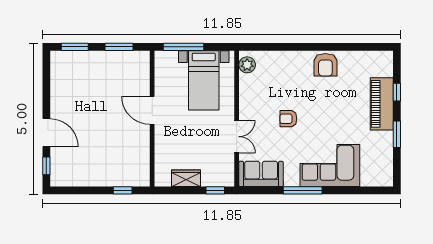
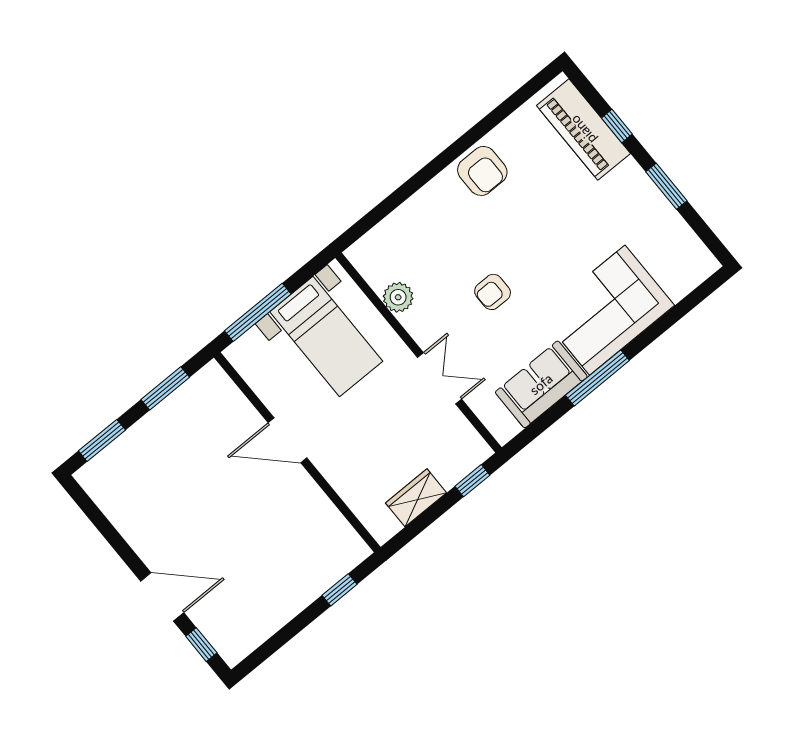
plant: (247, 65) -> (398, 297), moved
piano: (382, 104) -> (583, 130), moved
sofa: (261, 174) -> (541, 384), moved

